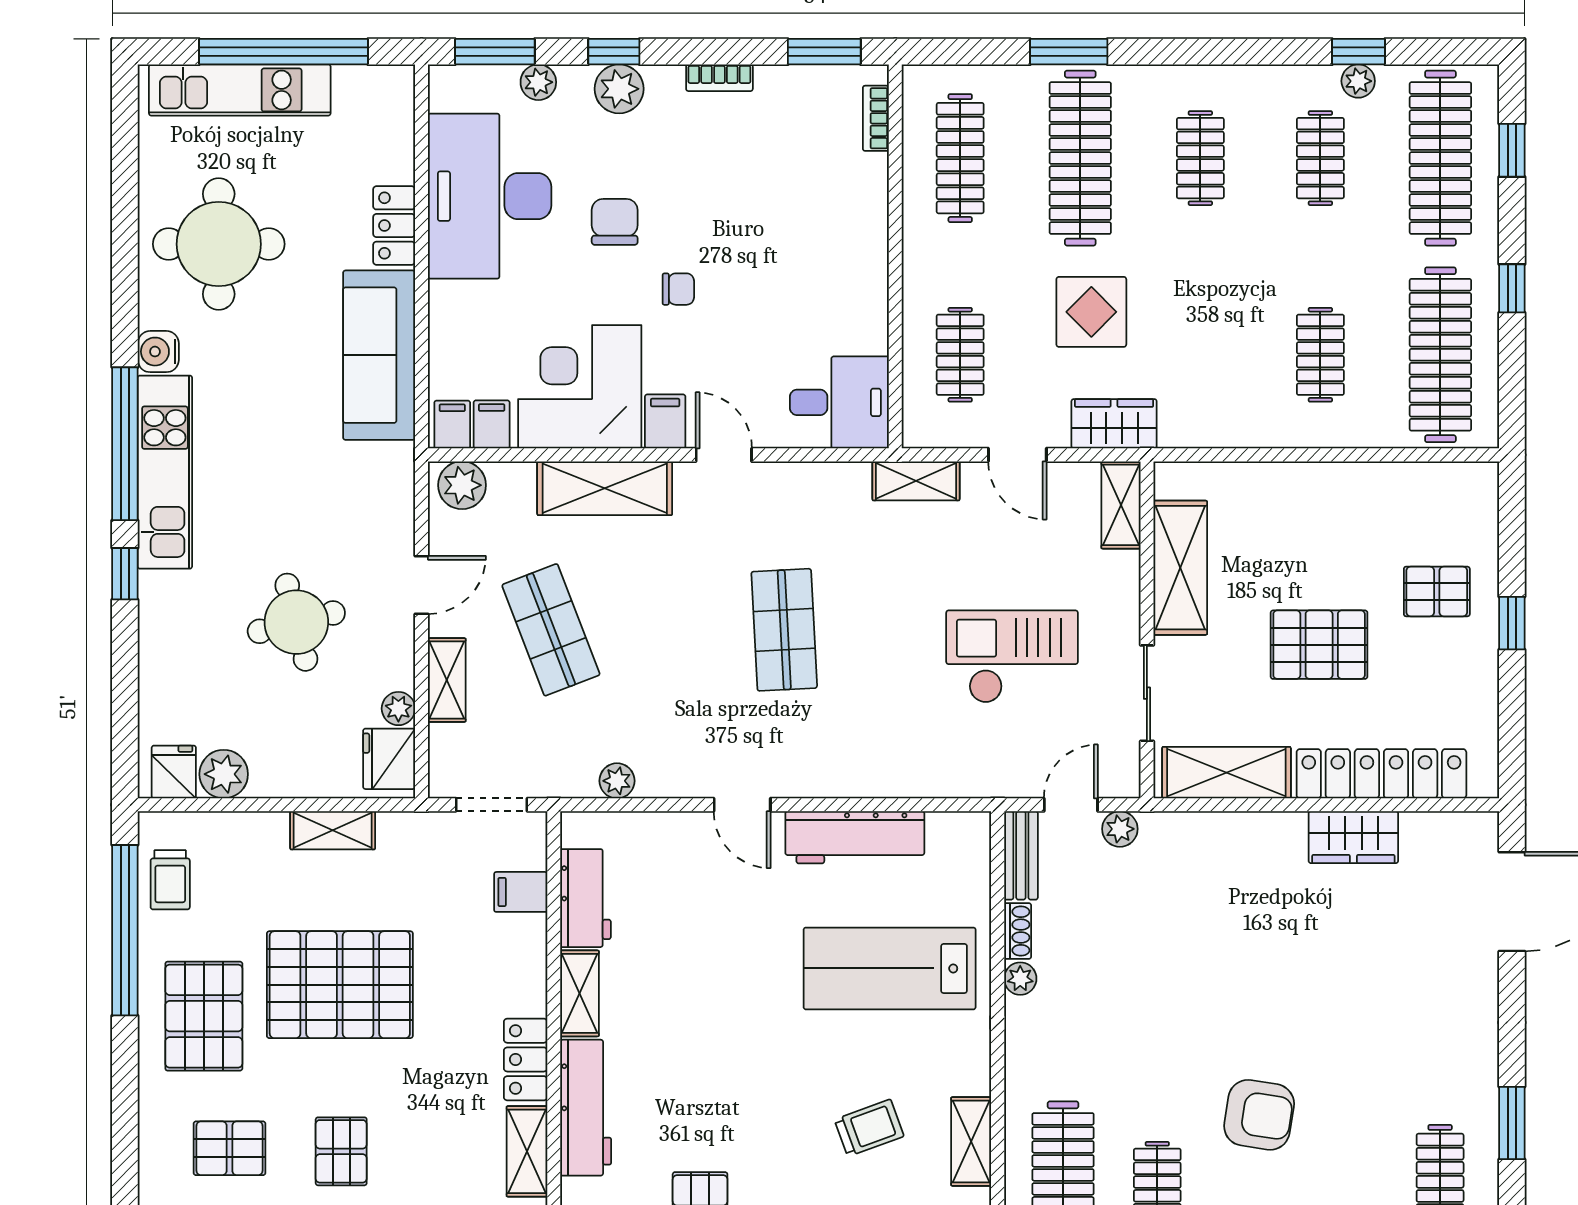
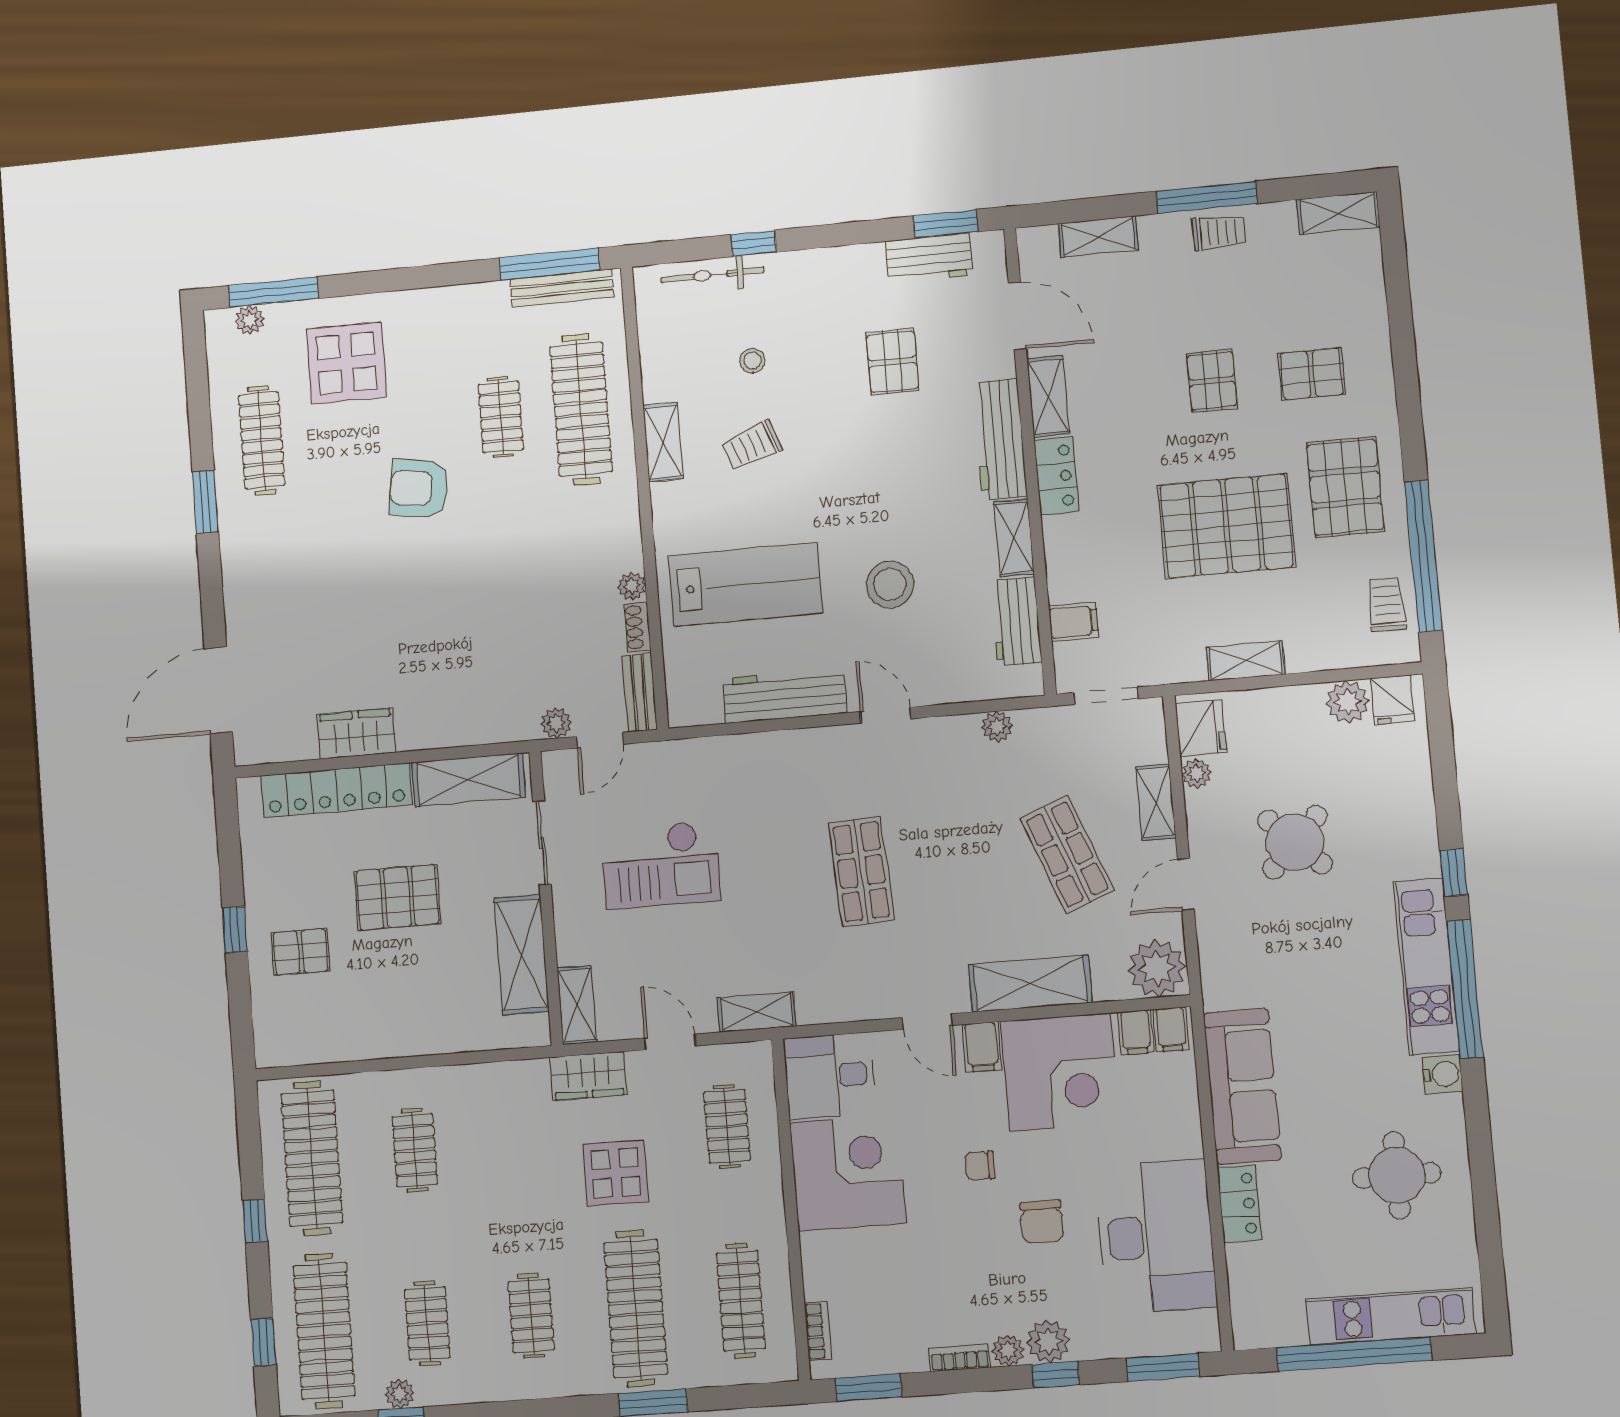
plant: (538, 82) -> (1008, 1350), moved
round table: (219, 244) -> (1397, 1175), width x0.73, depth x0.73
corner desk: (828, 292) -> (848, 1173), added
plant: (462, 485) -> (1157, 968), width x1.36, depth x1.36
round table: (296, 622) -> (1295, 842), turned -32
stool: (725, 953) -> (890, 584), added

